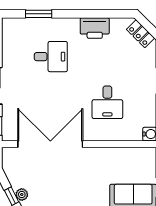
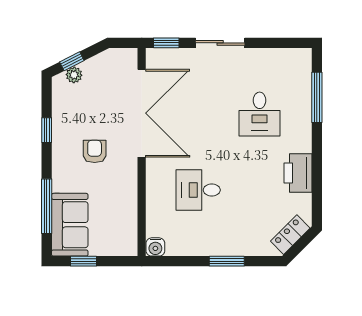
window: (39, 14) -> (317, 97), width x1.44
armchair: (79, 179) -> (95, 151), added

